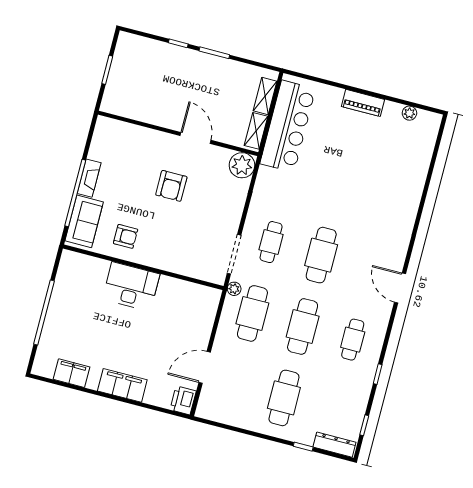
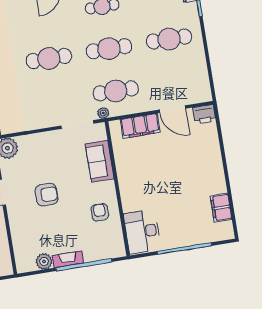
plant: (98, 150) -> (44, 261), added
sofa: (84, 221) -> (100, 161), moved, turned -90
cafe table: (271, 242) -> (56, 101), removed
desk: (131, 286) -> (142, 232), moved
filing cabinet: (122, 385) -> (140, 126), moved, turned -90

